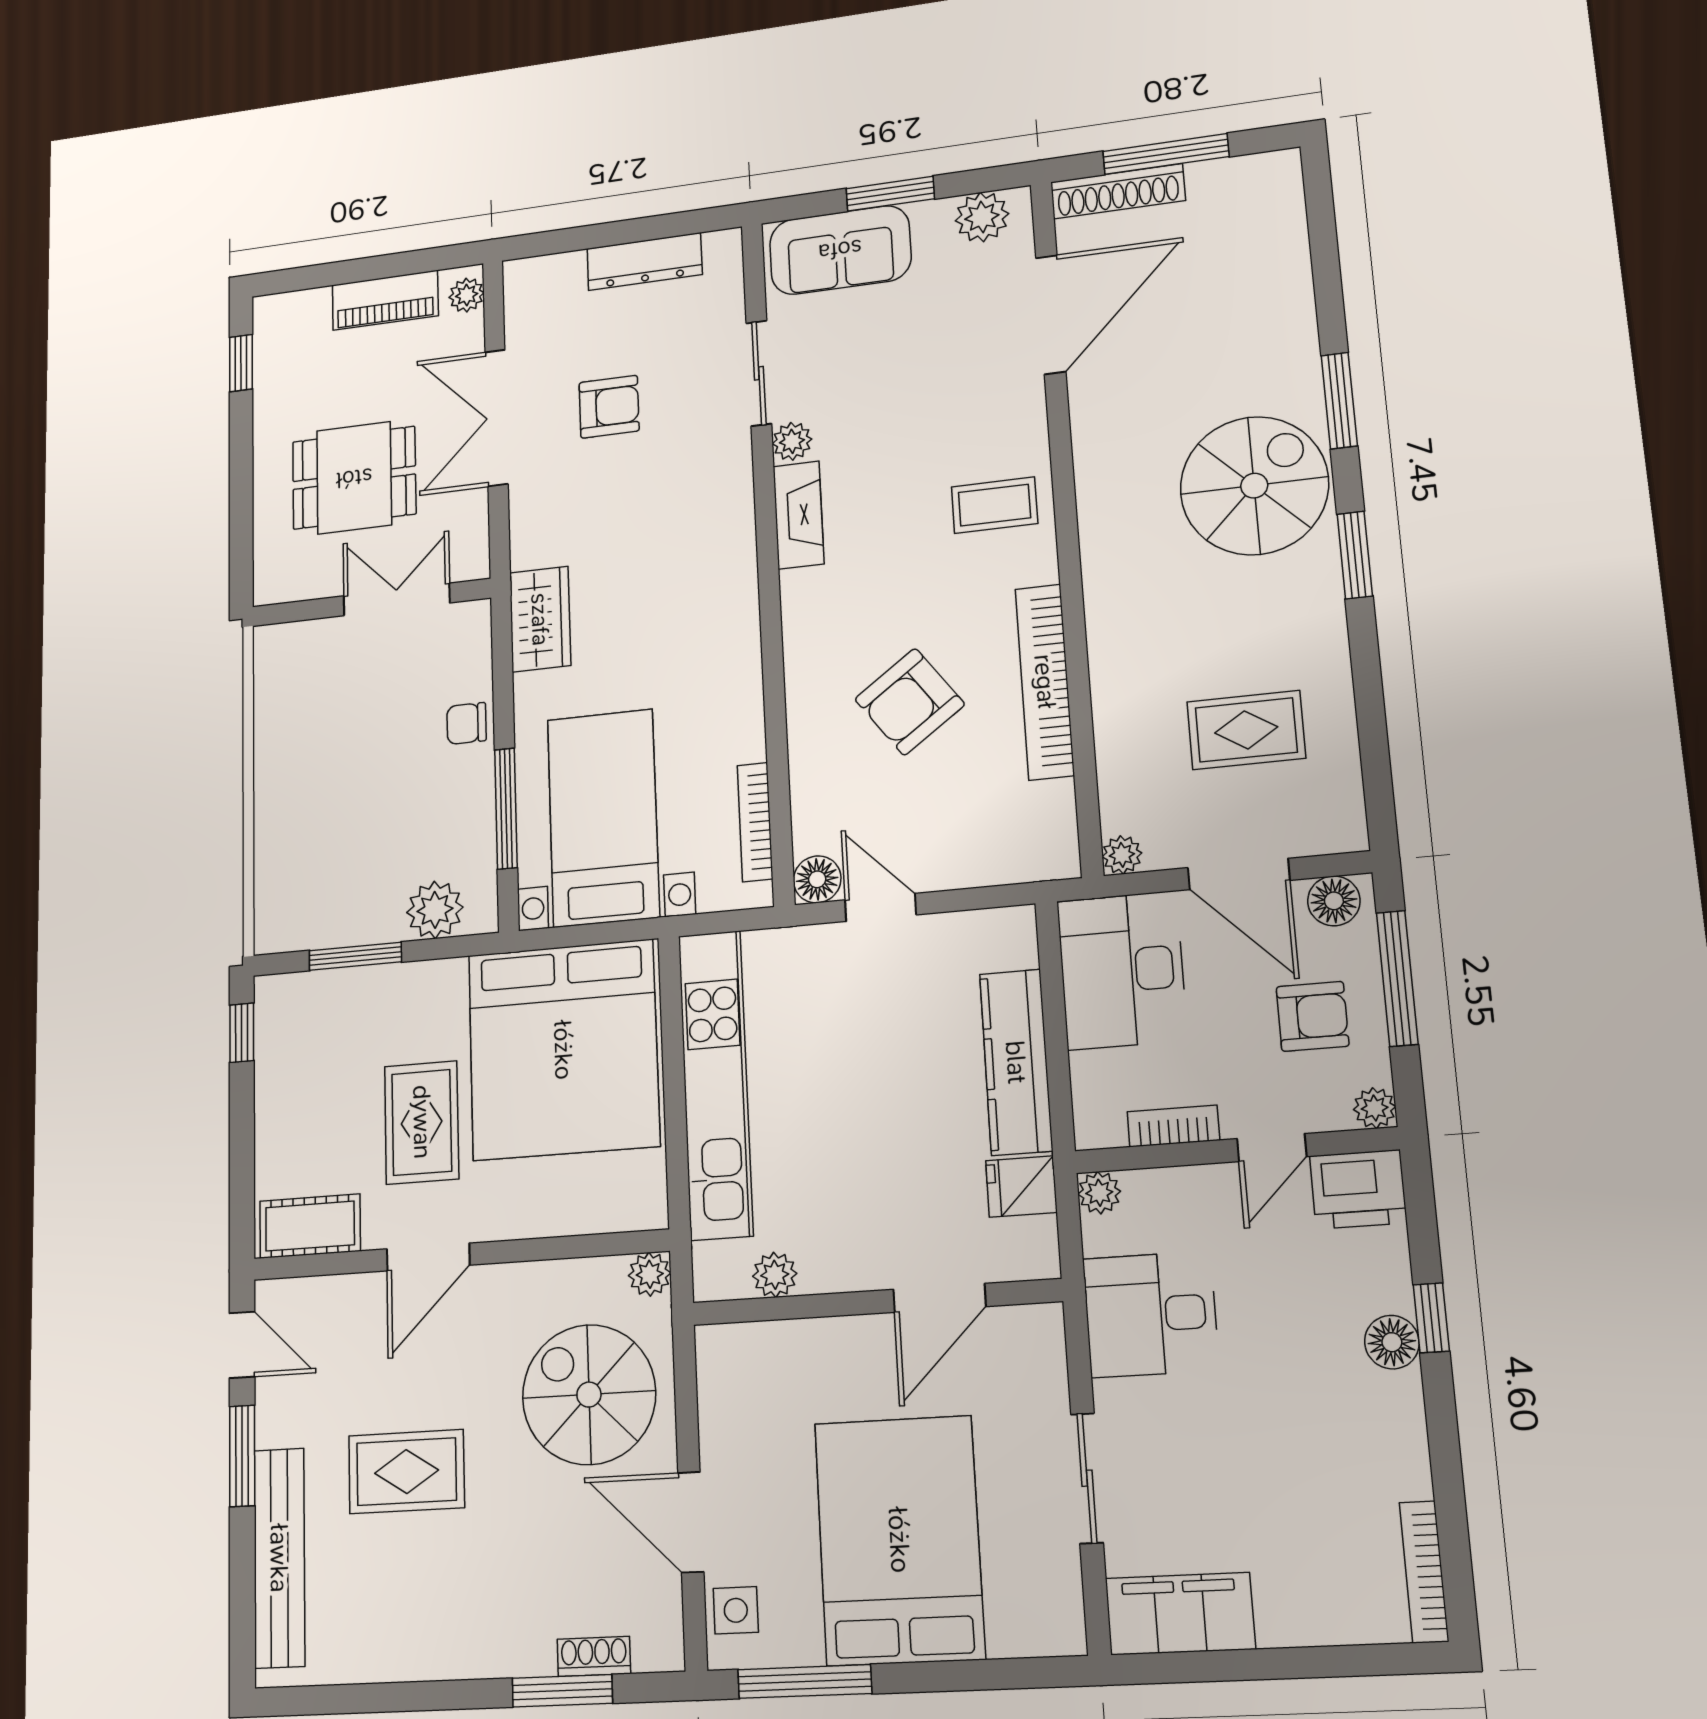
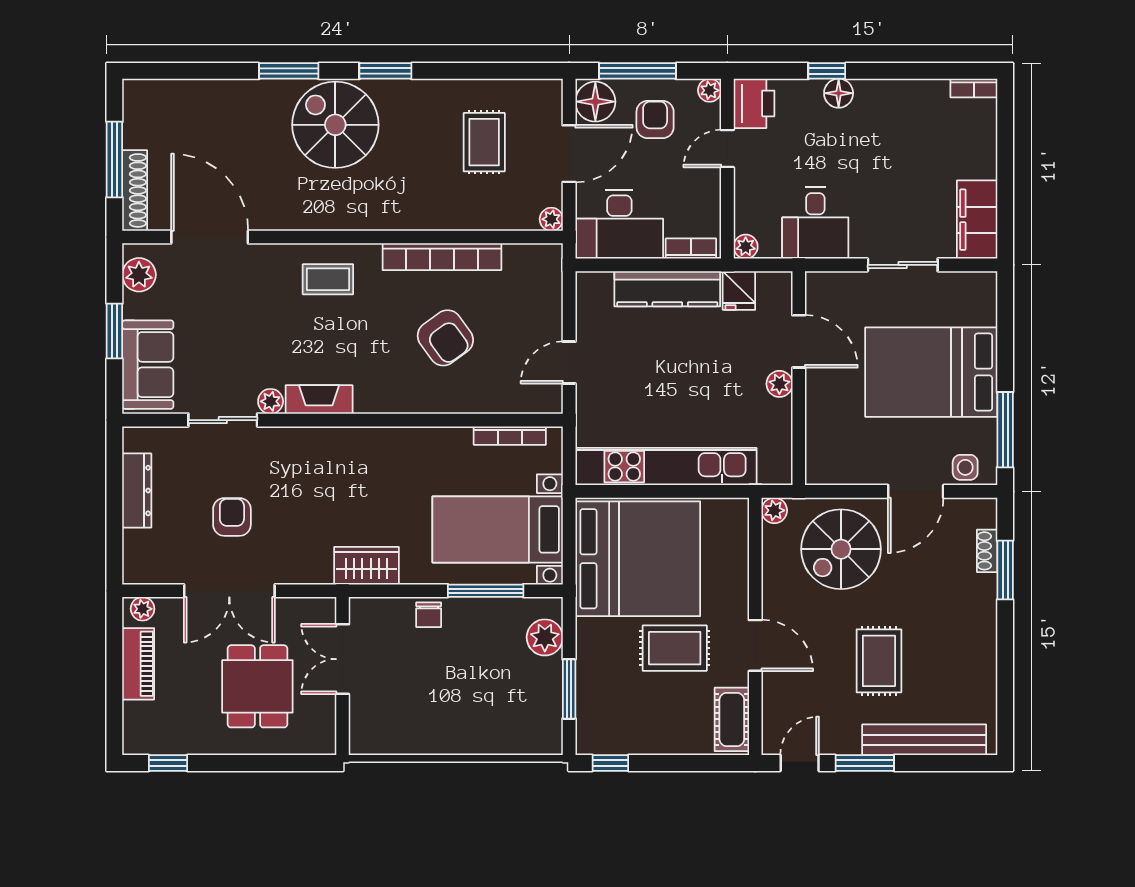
coffee table: (995, 505) -> (328, 279), turned 90
floor lamp: (817, 879) -> (549, 400), removed
floor lamp: (1334, 901) -> (595, 102), width x1.38, depth x1.38
bookcase: (1173, 1126) -> (691, 249), moved, turned 90
door: (1272, 1148) -> (727, 149), swing flipped
plant: (775, 1275) -> (779, 384), moved
bookcase: (1424, 1572) -> (974, 88), width x0.64

